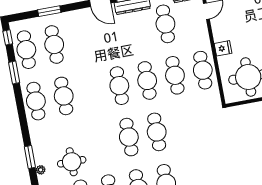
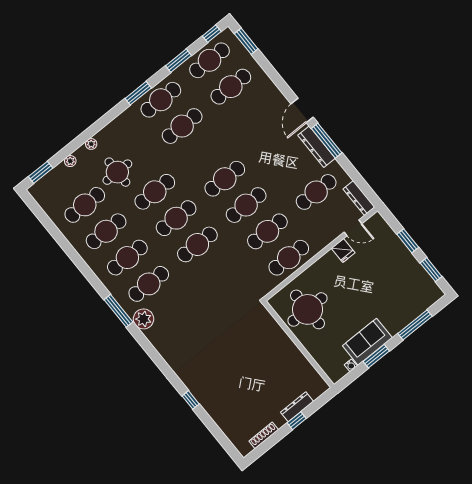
window: (49, 11) -> (246, 41), moved
fridge: (223, 48) -> (343, 251), moved
cafe table: (101, 142) -> (155, 192), added
window: (30, 157) -> (138, 93), moved

